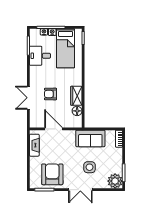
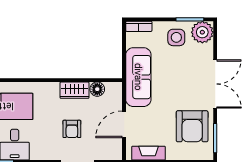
sofa: (90, 138) -> (138, 77), width x1.36
side table: (89, 167) -> (176, 37), moved
armchair: (52, 174) -> (192, 126), turned -90
double door: (80, 190) -> (215, 84), width x1.37

